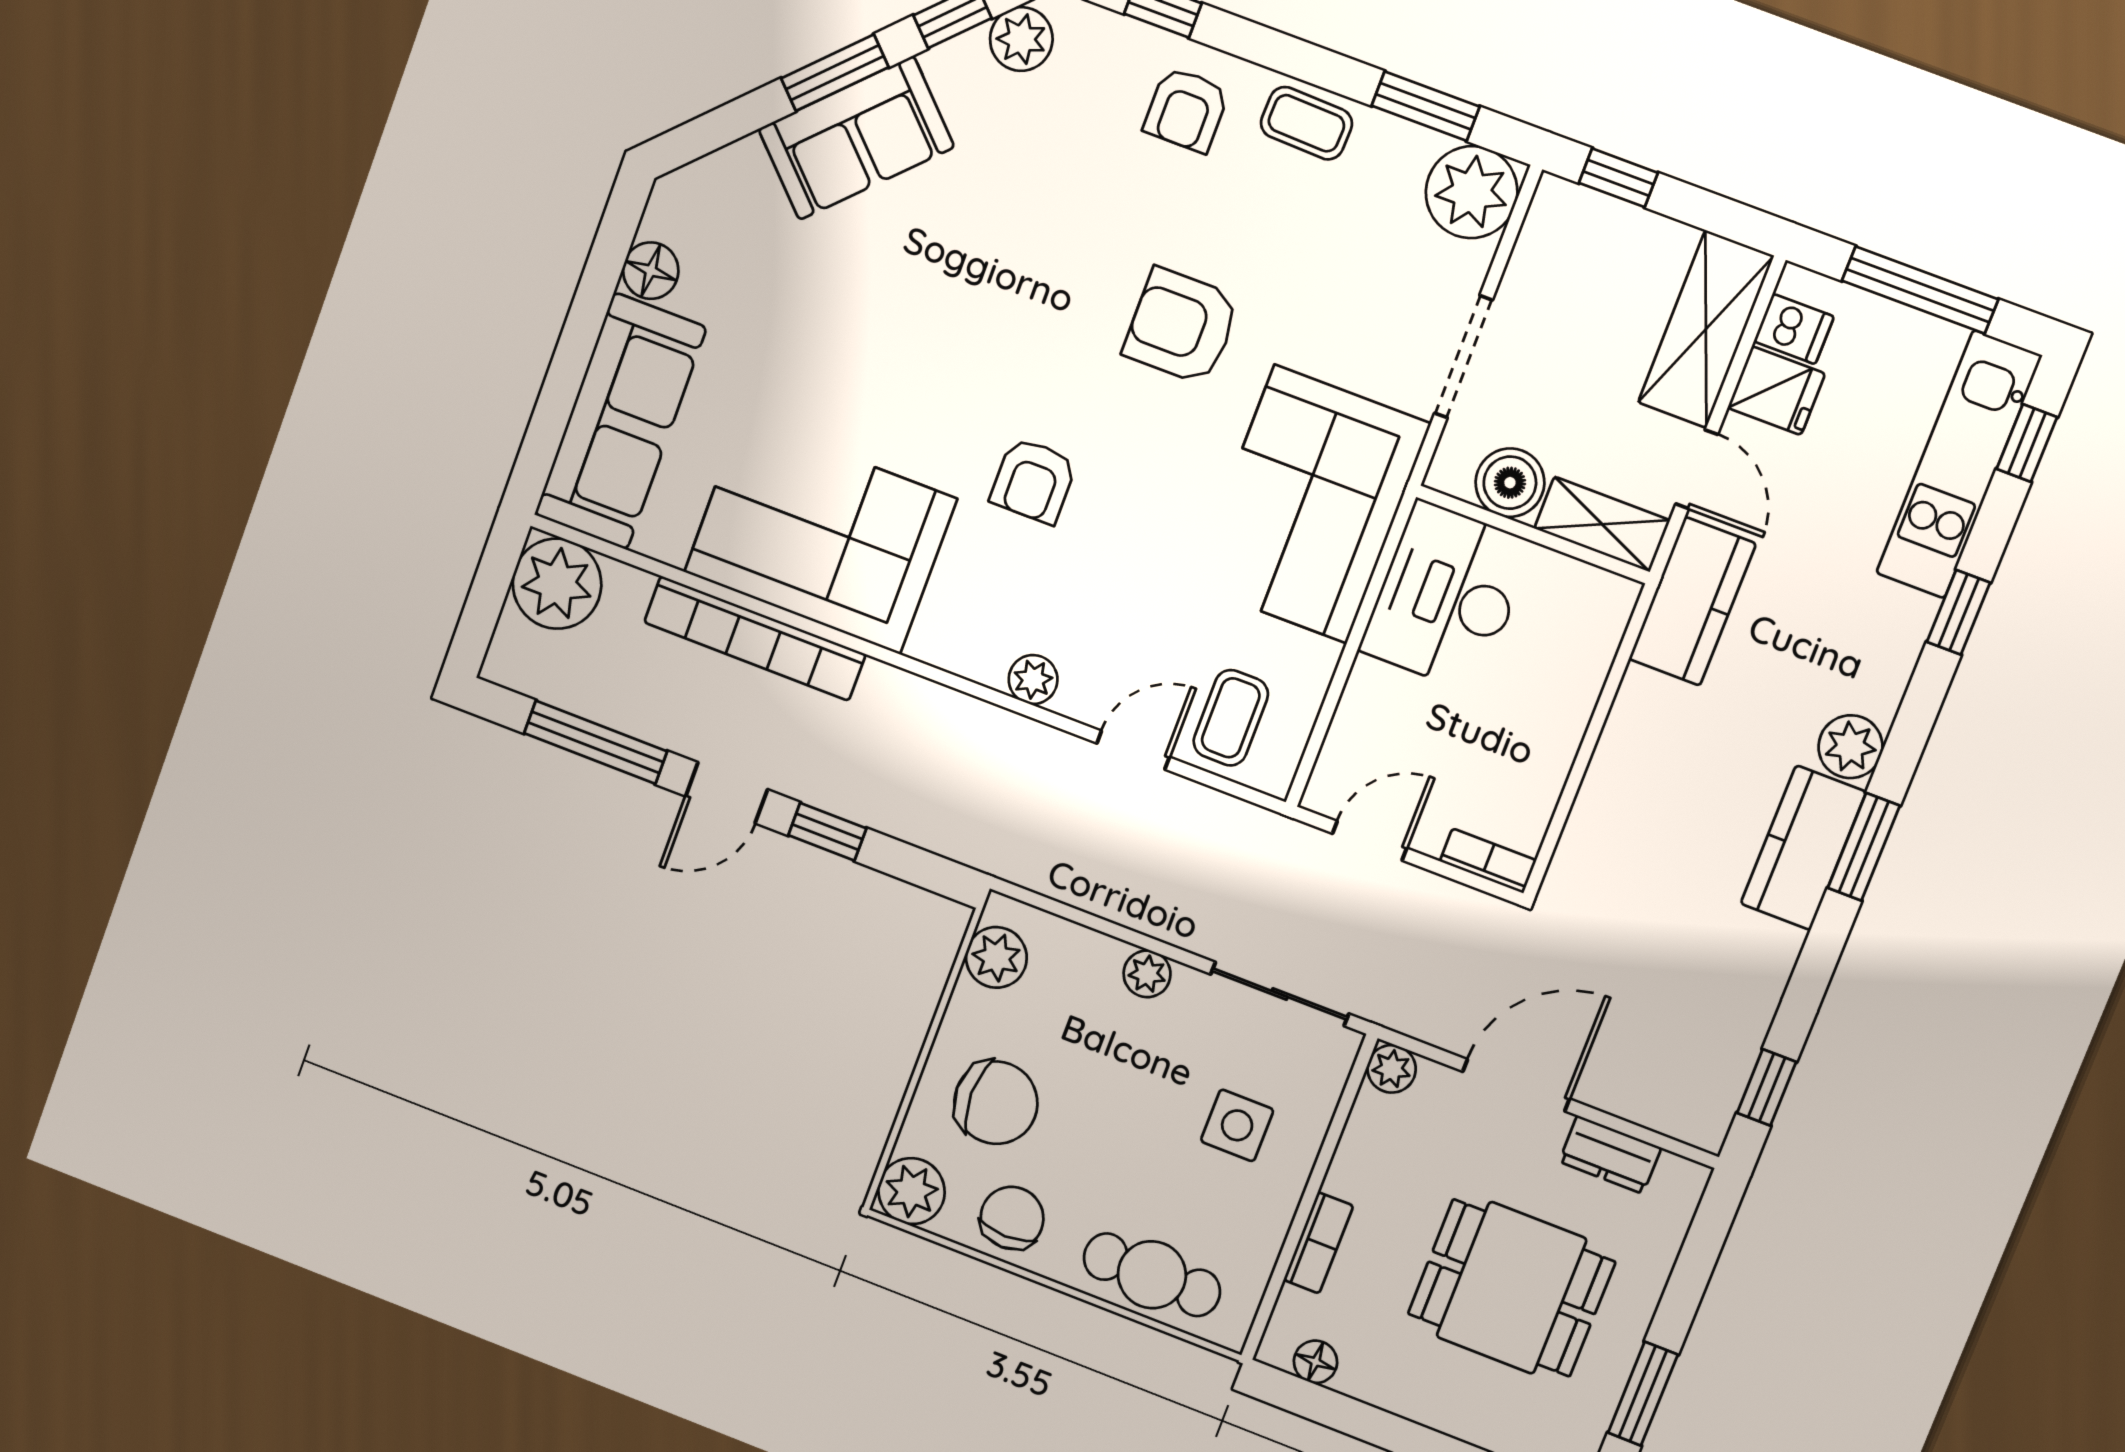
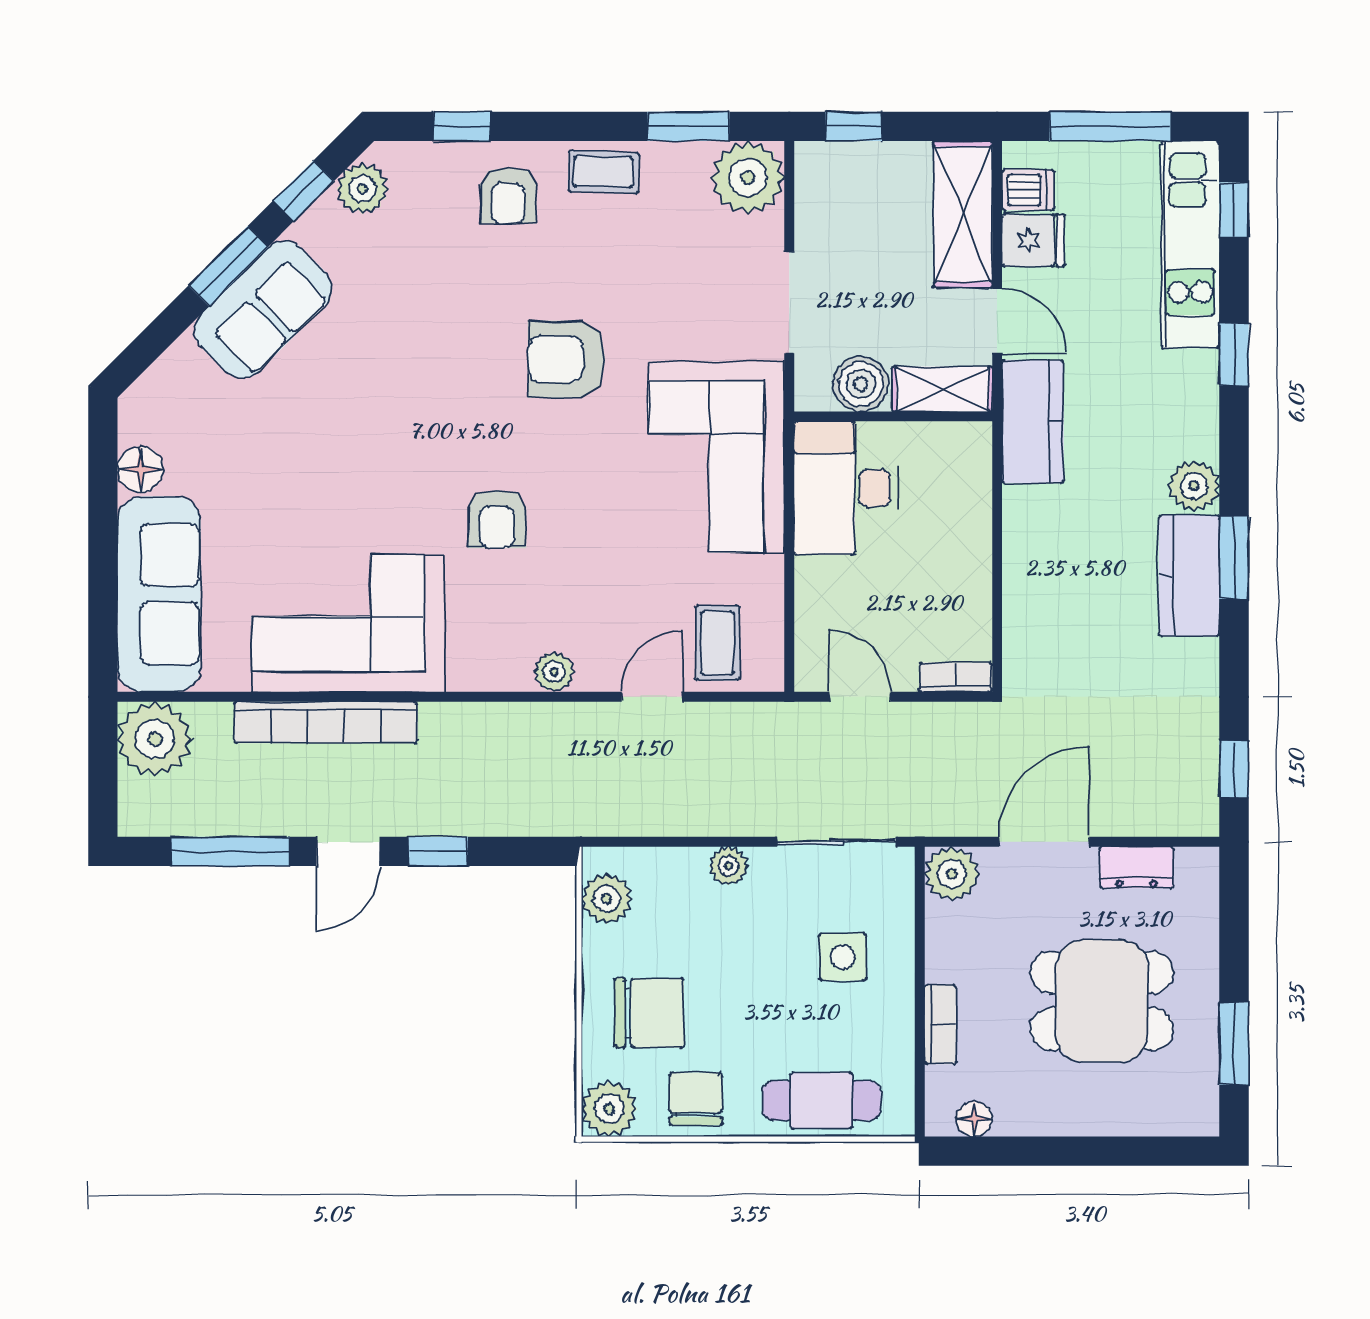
door: (1370, 841) -> (860, 697), hinge flipped
plant: (1392, 1069) -> (952, 874), width x1.38, depth x1.38

